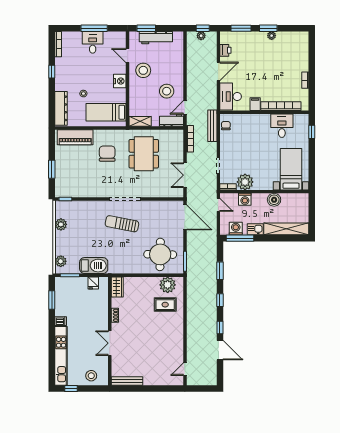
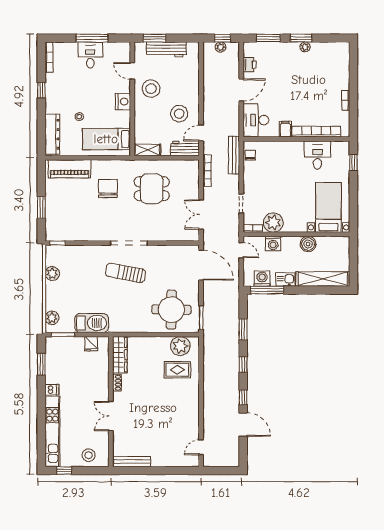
dining table: (144, 154) -> (152, 189), width x0.73
wardrobe: (117, 287) -> (120, 355), width x1.50

